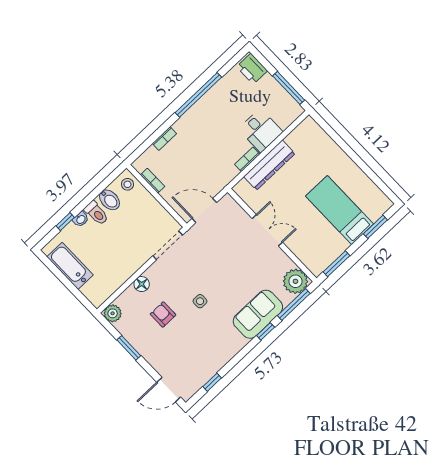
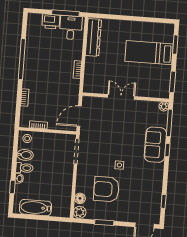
printer: (252, 69) -> (51, 21), moved
desk: (260, 130) -> (71, 28), moved, turned -90
dresser: (269, 165) -> (93, 37), moved
plant: (295, 281) -> (164, 106), width x0.53, depth x0.53
floor lamp: (142, 284) -> (80, 198), moved
armchair: (163, 314) -> (106, 189), width x1.88, depth x1.88

